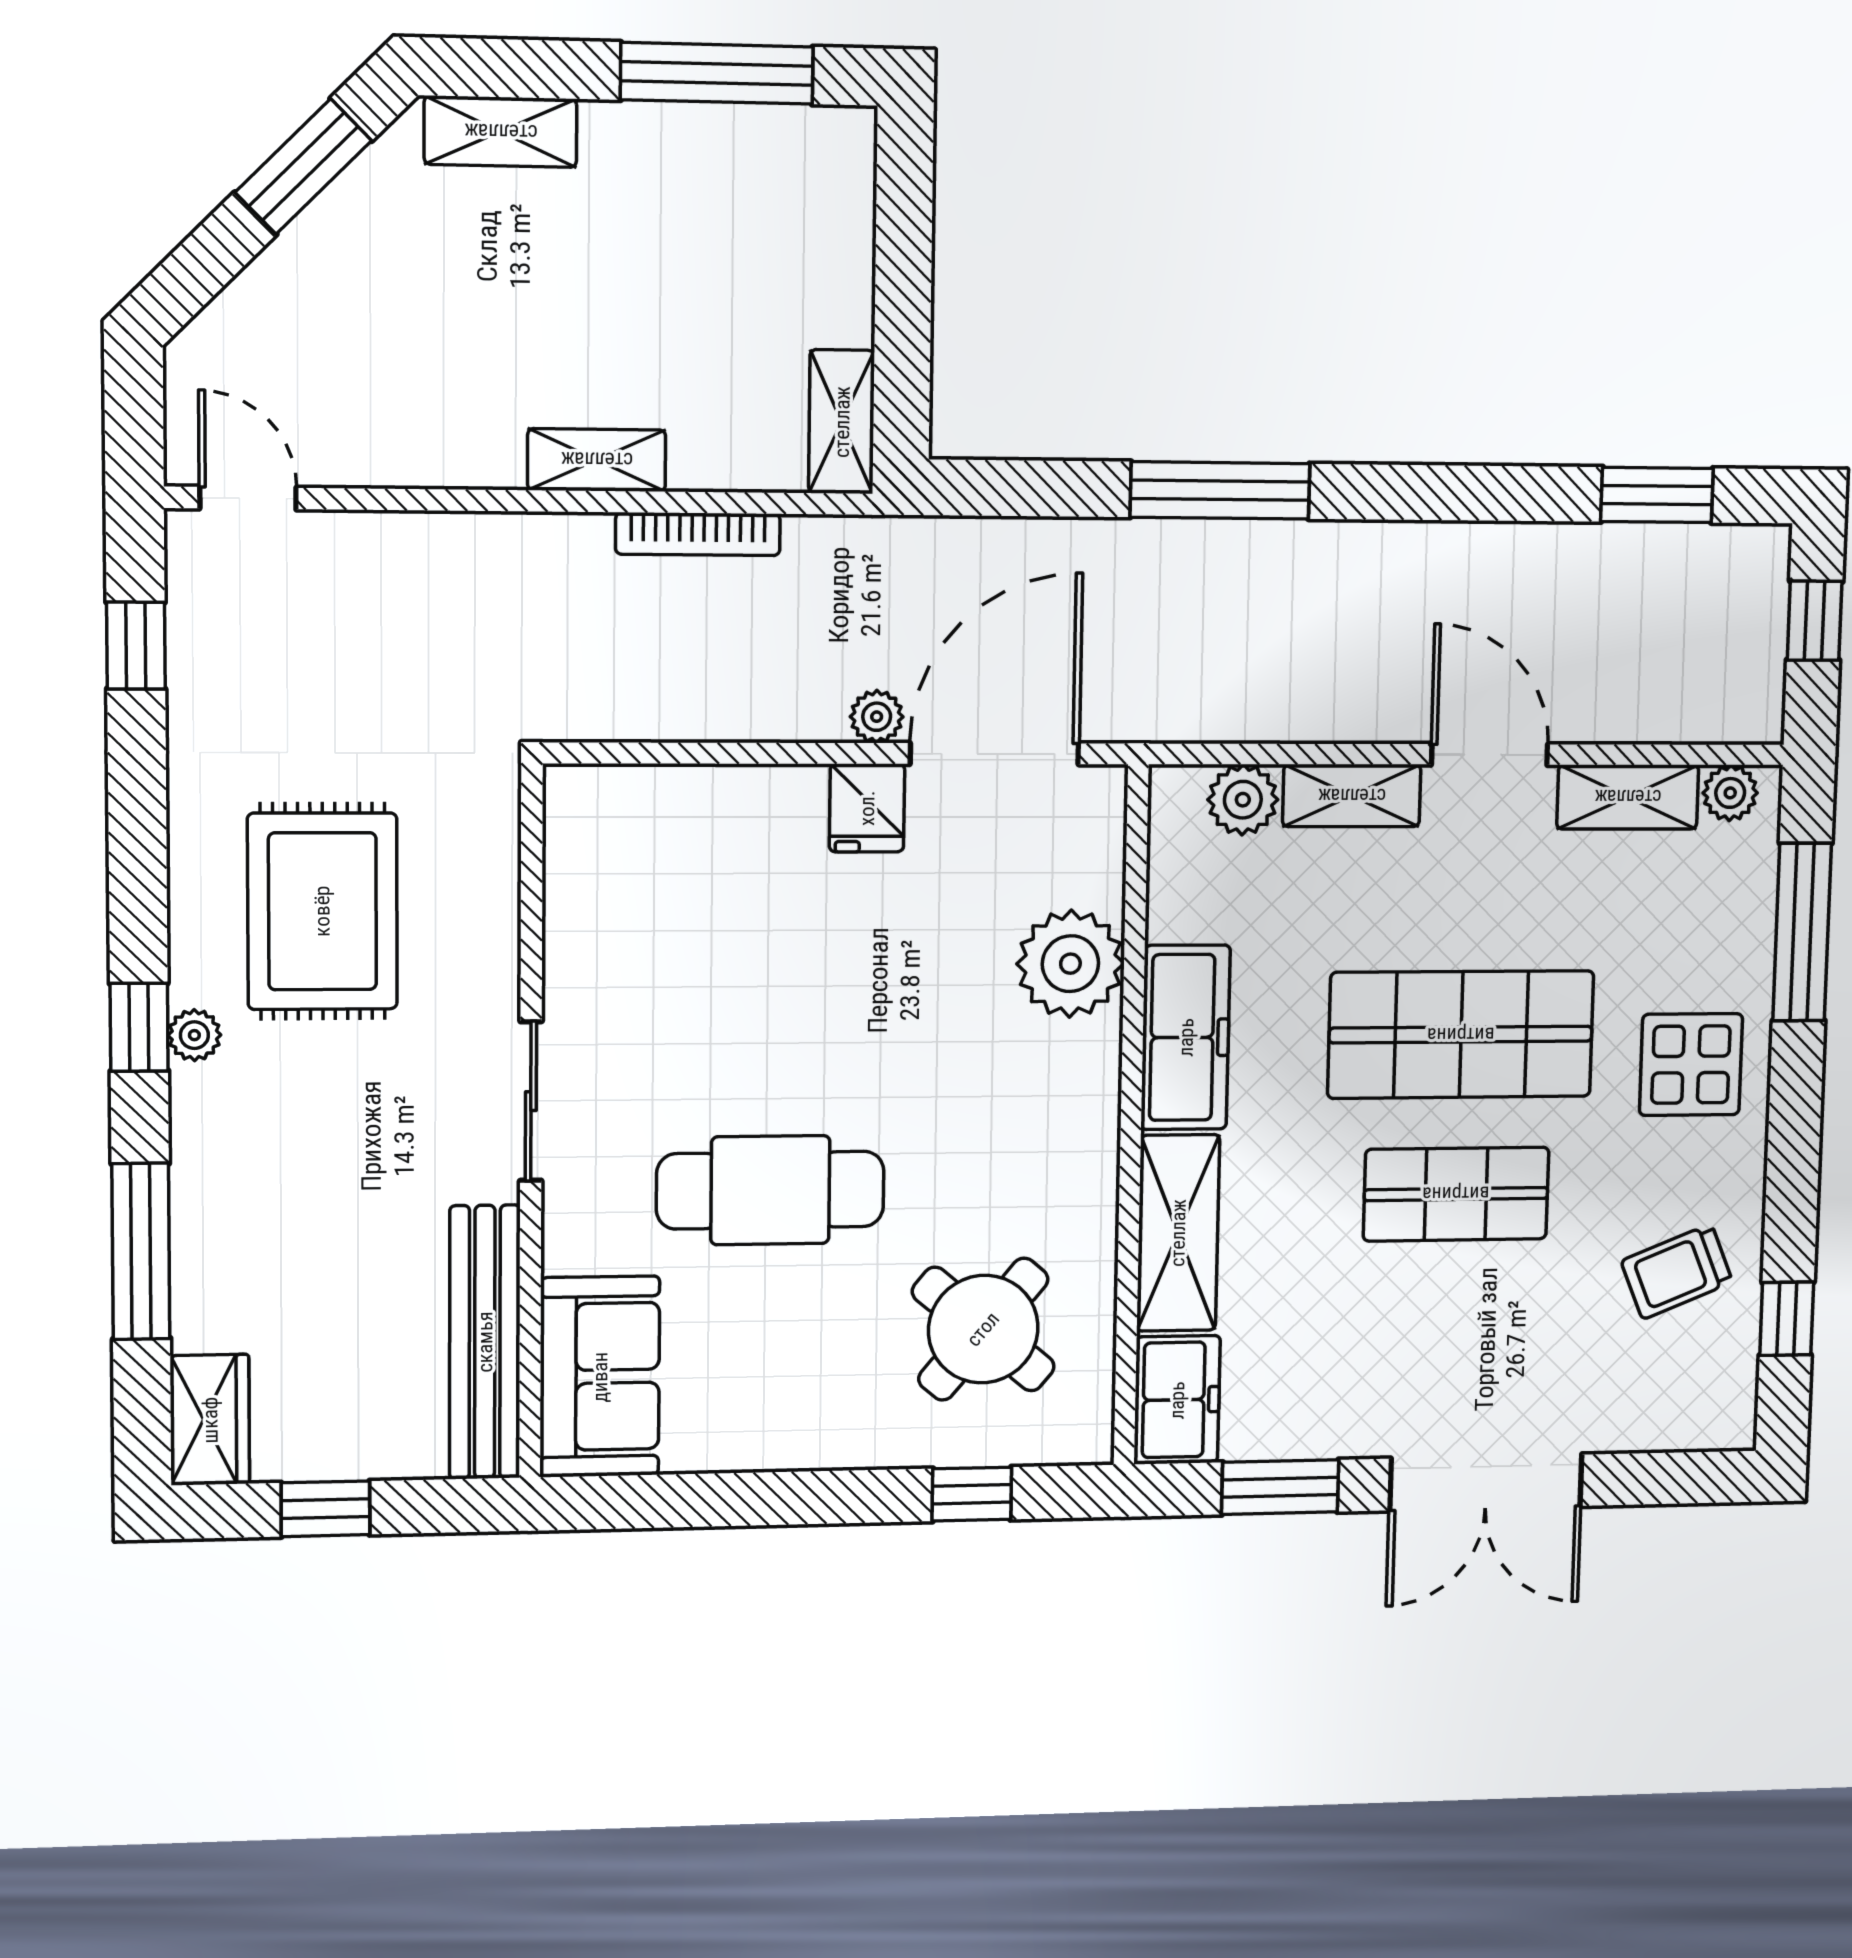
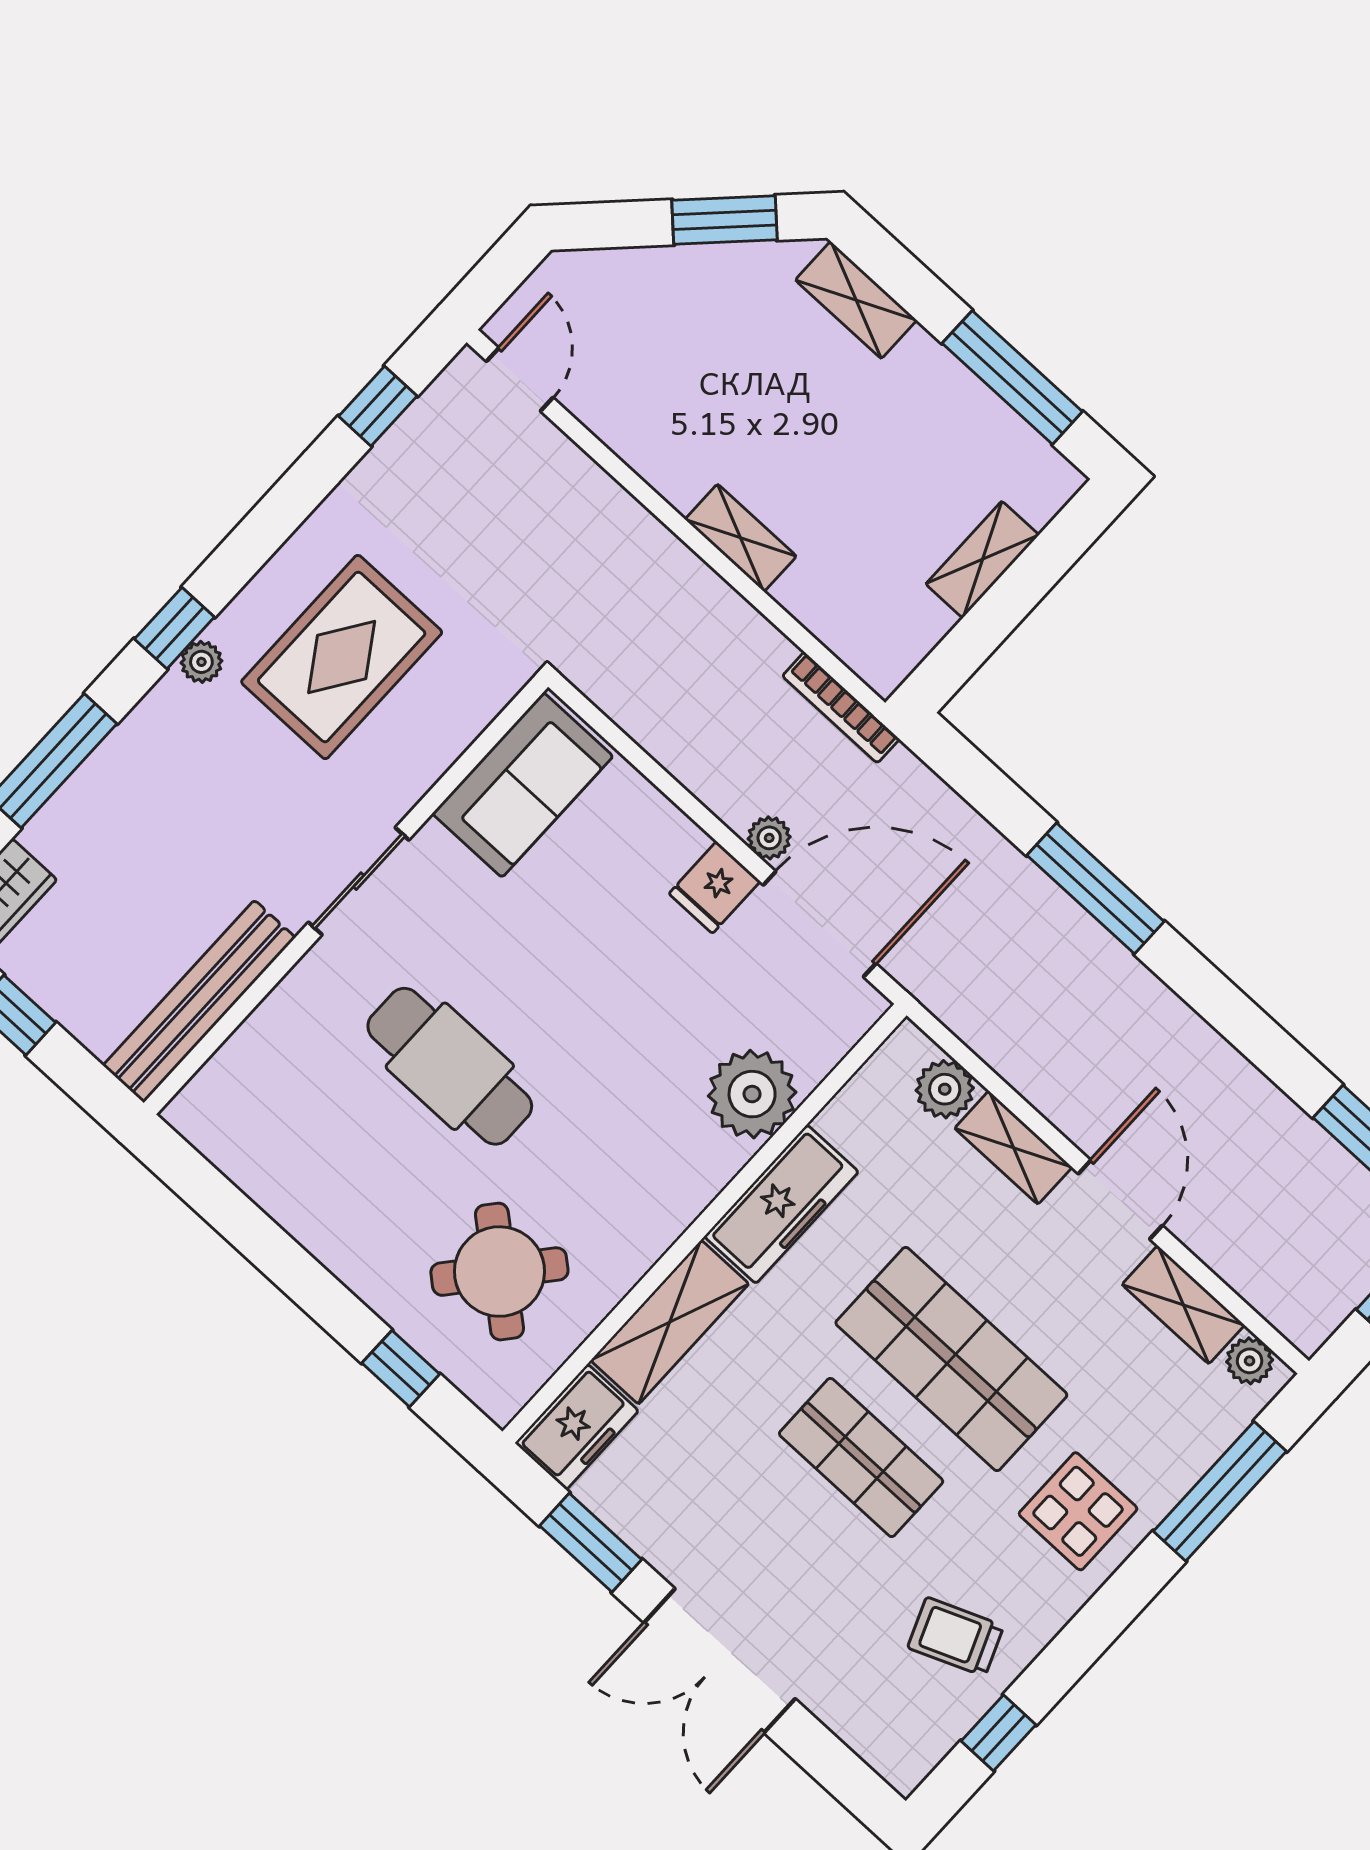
shelving: (842, 422) -> (982, 559), moved
bookcase: (698, 534) -> (841, 708), moved
sofa: (600, 1377) -> (523, 785), moved

